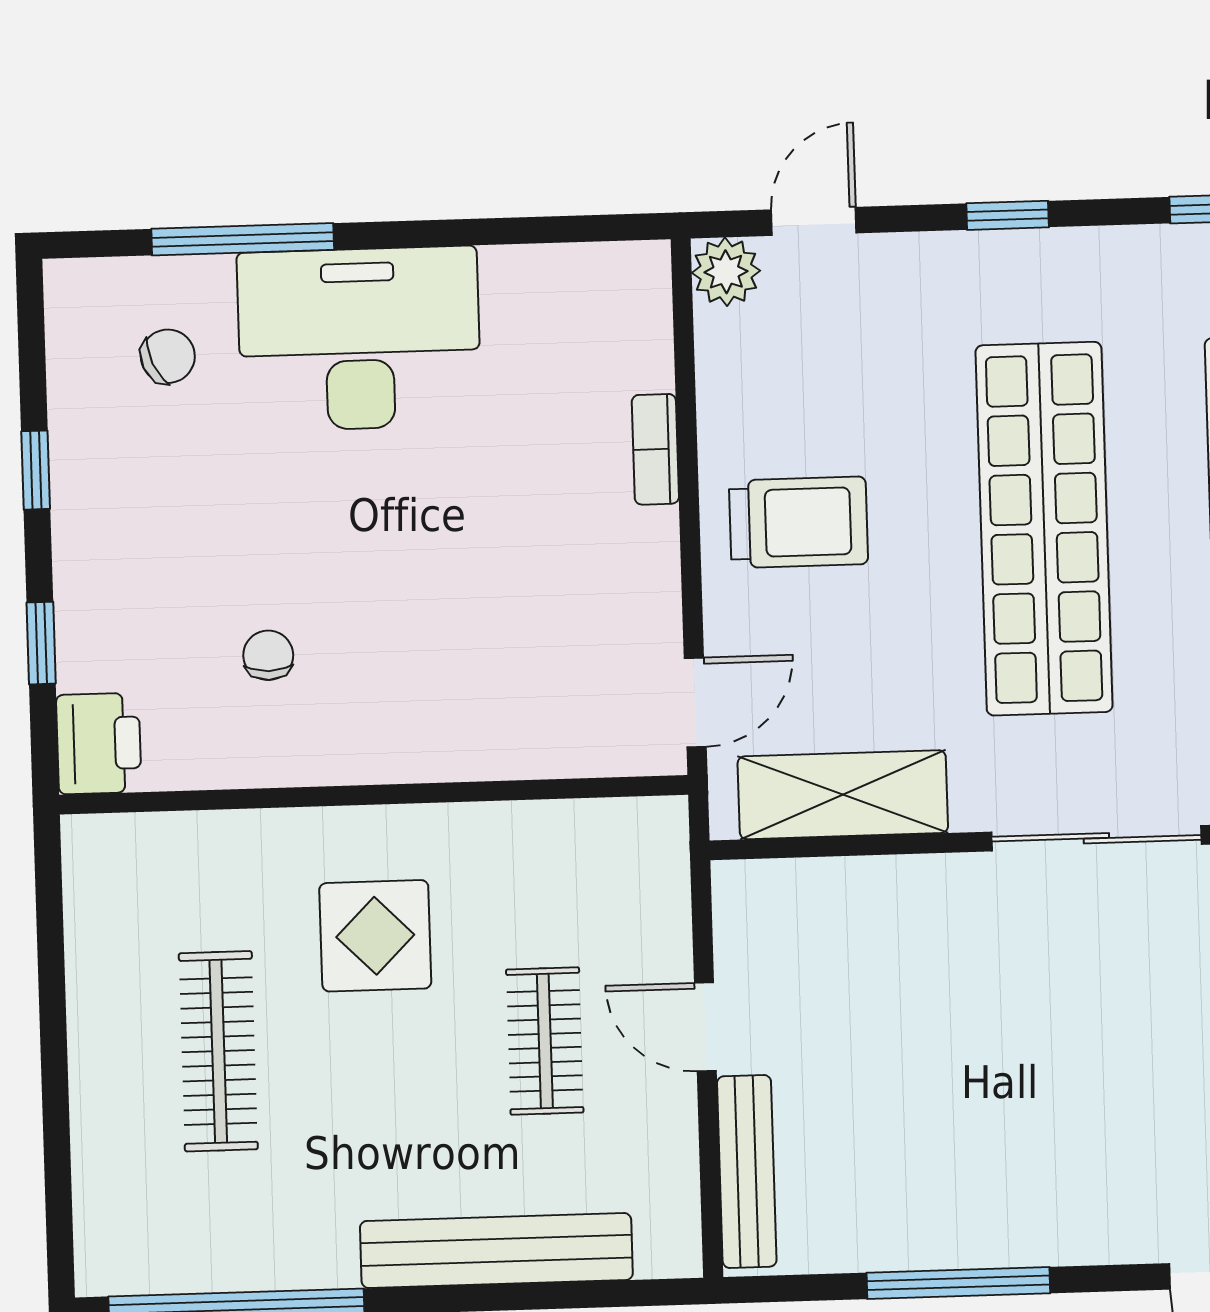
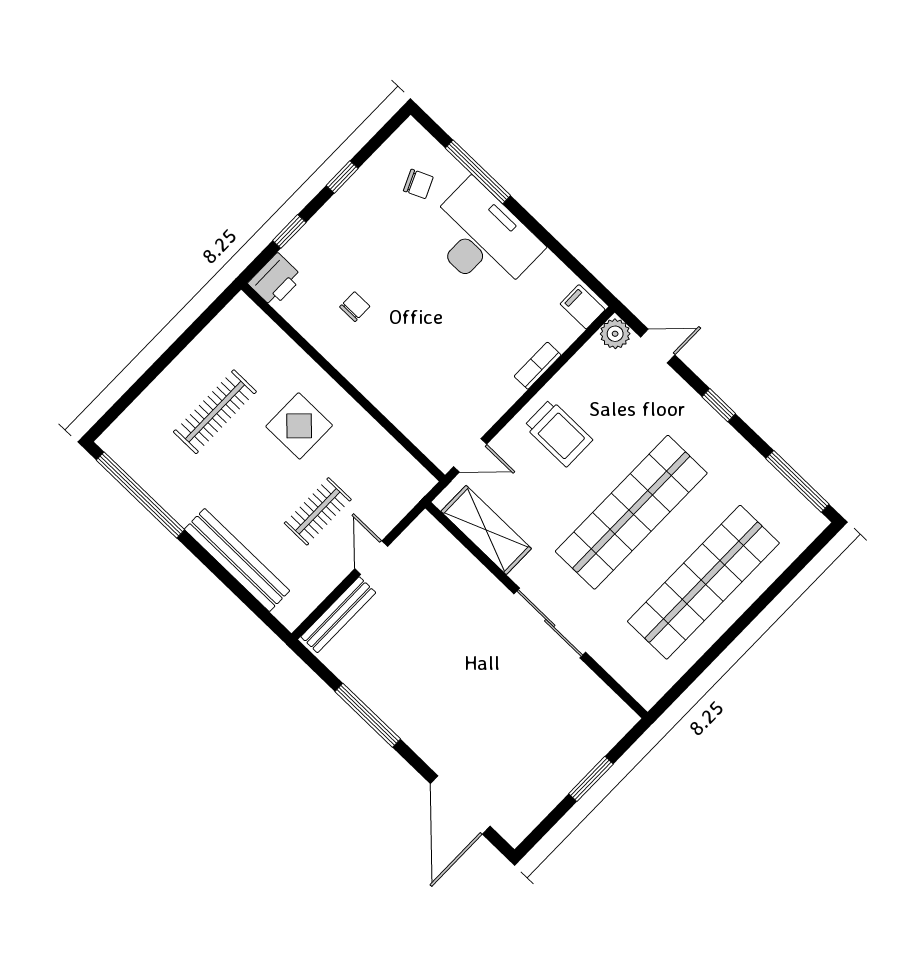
filing cabinet: (630, 282) -> (583, 307), added

